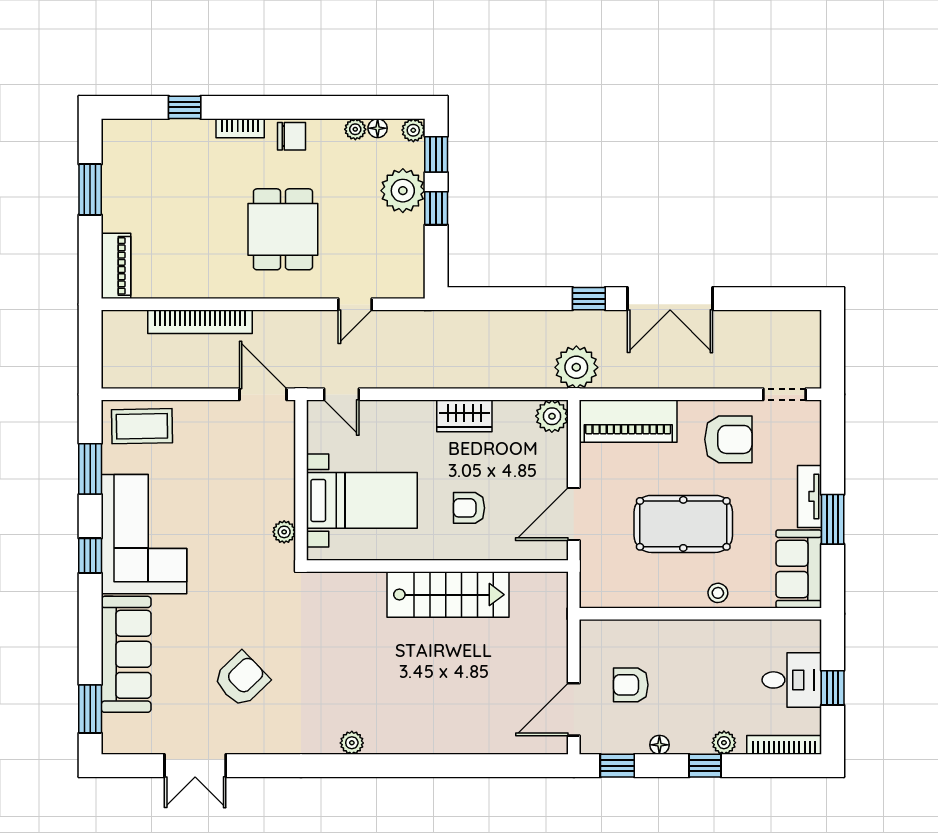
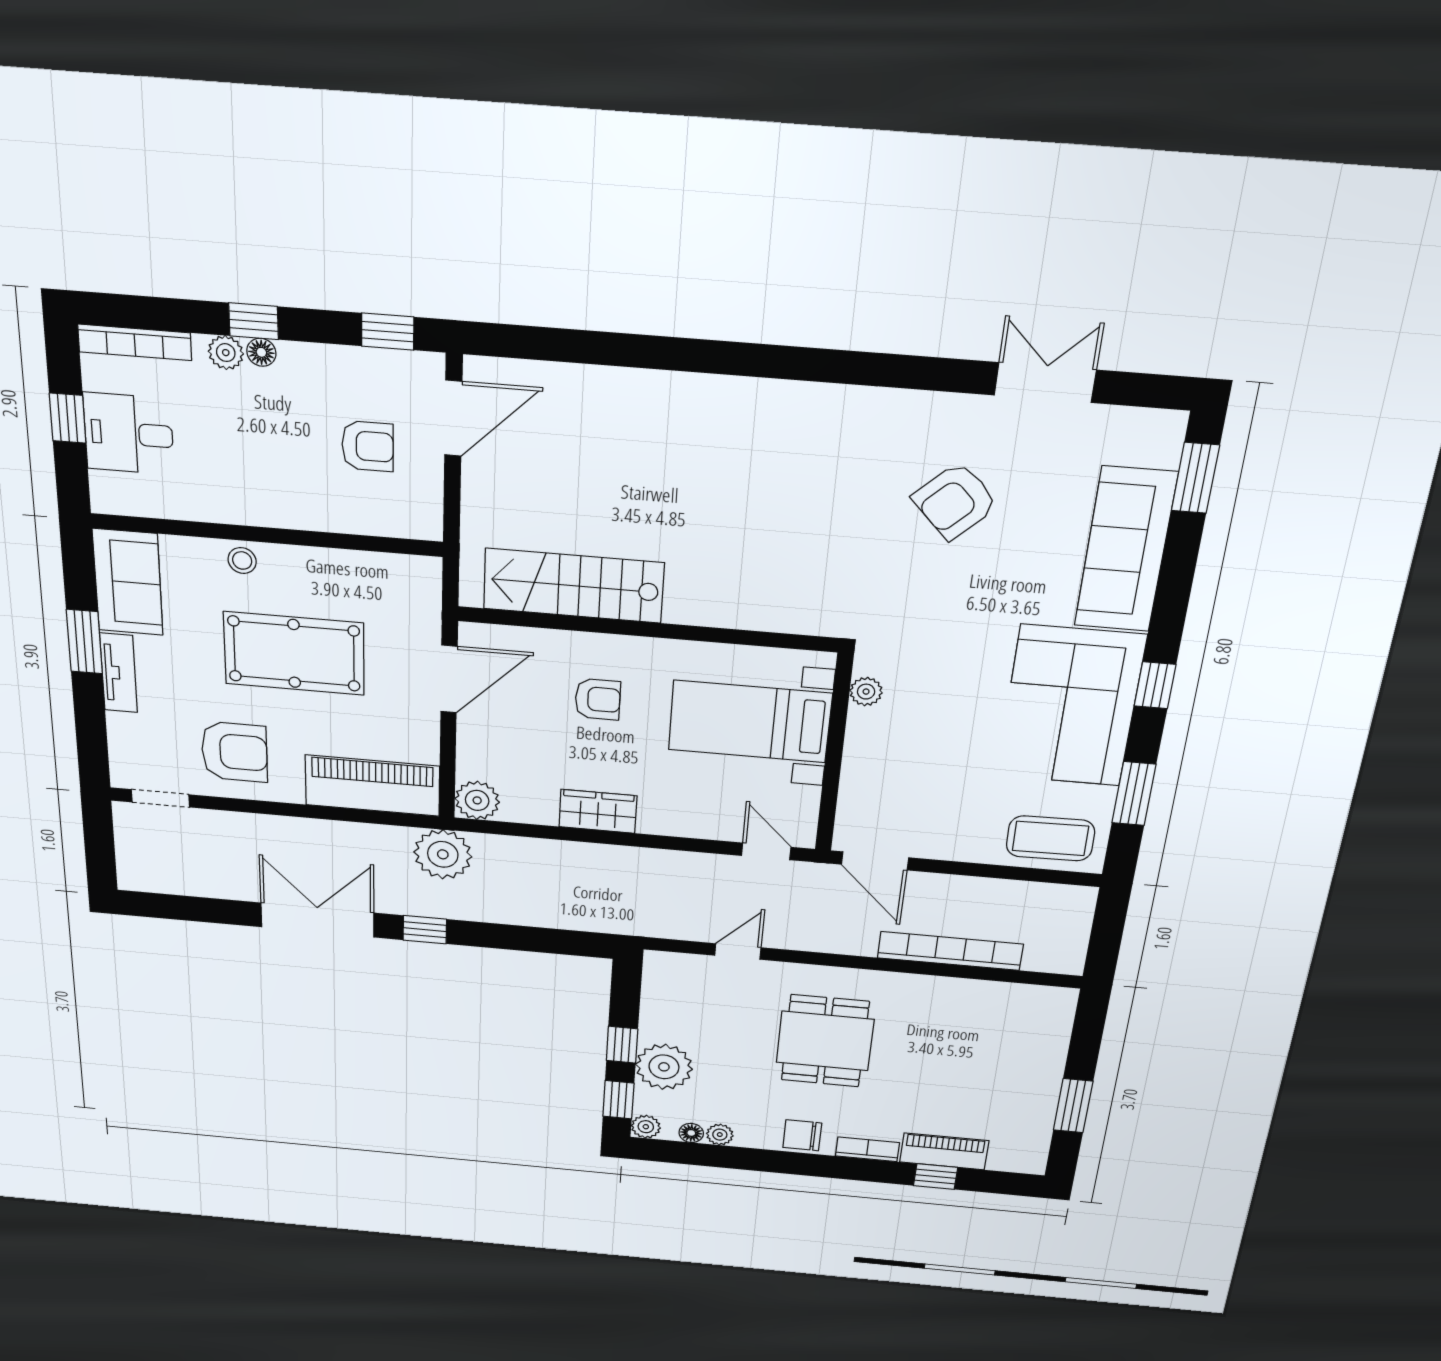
piano: (116, 266) -> (944, 1151), moved, turned 90
armchair: (728, 439) -> (234, 752), turned 180
stairs: (448, 595) -> (573, 586), moved
plant: (352, 743) -> (796, 397), removed
floor lamp: (659, 745) -> (261, 352), moved

